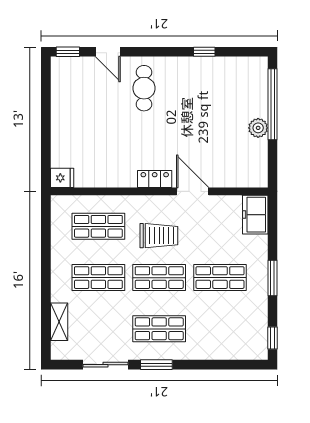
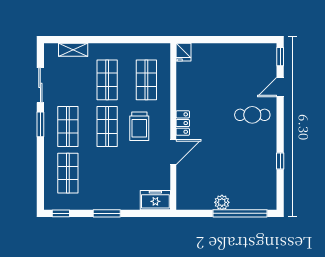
shop shelf: (220, 278) -> (68, 173), moved

